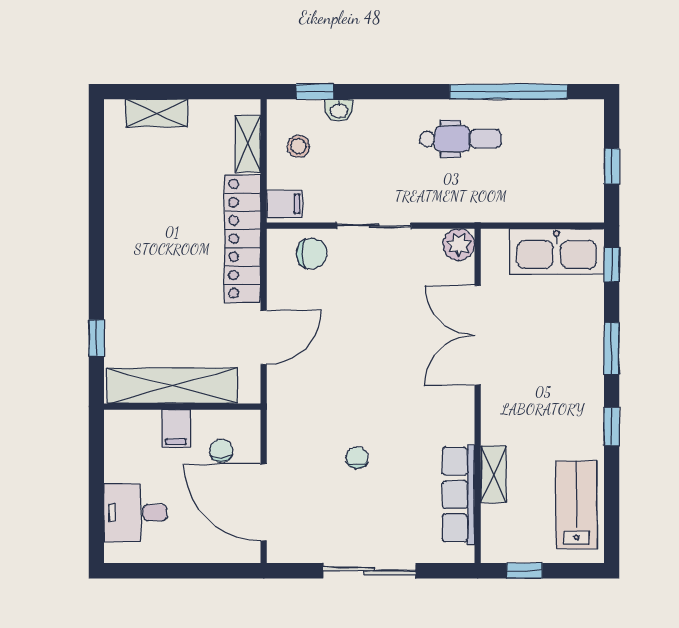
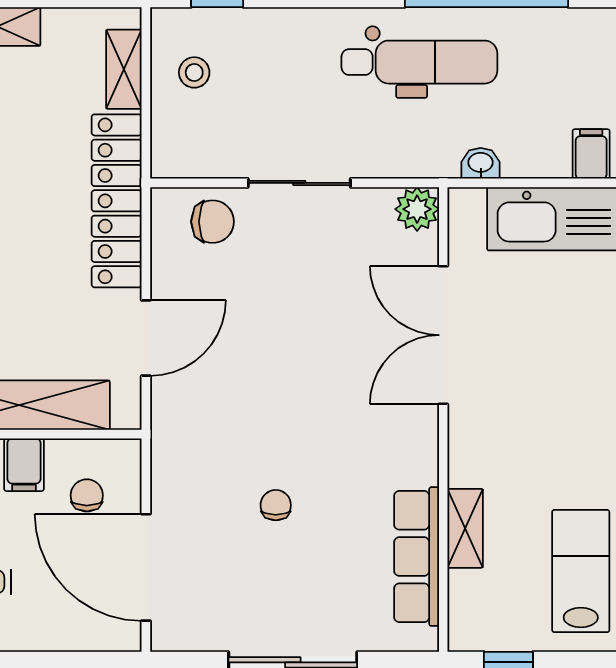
washbasin: (339, 110) -> (481, 163), moved, turned 180
dental chair: (460, 139) -> (419, 62), width x1.36, depth x1.38
filing cabinet: (285, 204) -> (591, 154), moved, turned -90

